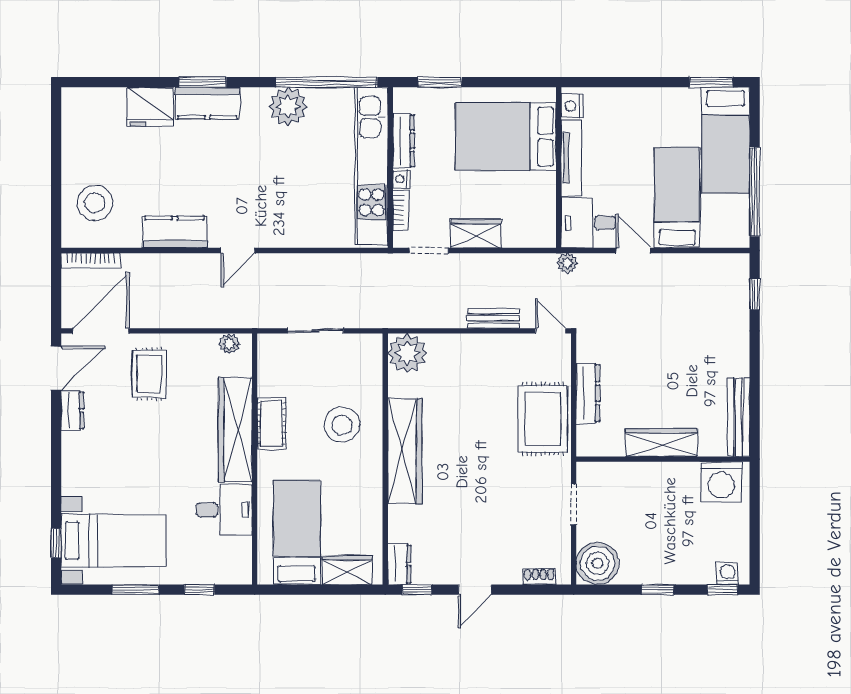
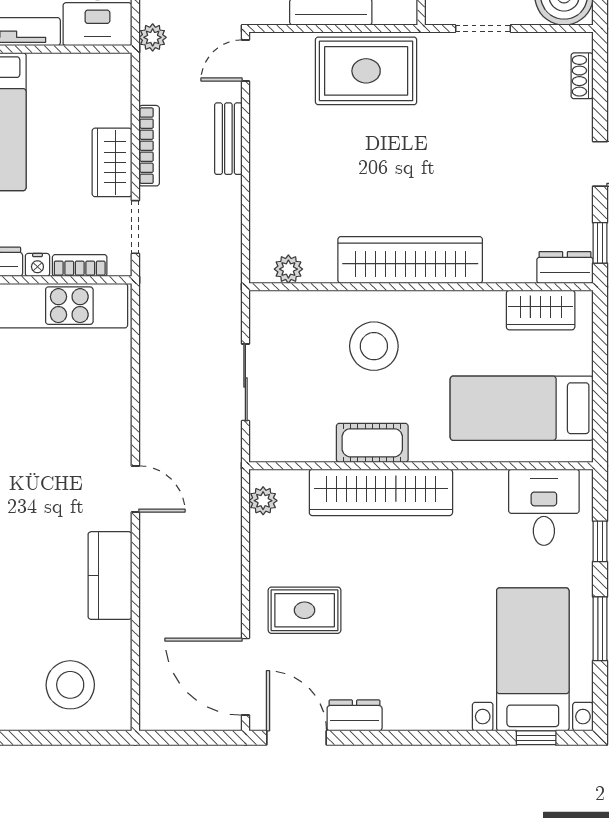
bookcase: (91, 261) -> (149, 146), moved
plant: (407, 353) -> (288, 269), width x0.53, depth x0.53
desk: (224, 510) -> (544, 507), moved
wardrobe: (347, 570) -> (541, 310), moved, turned -90

